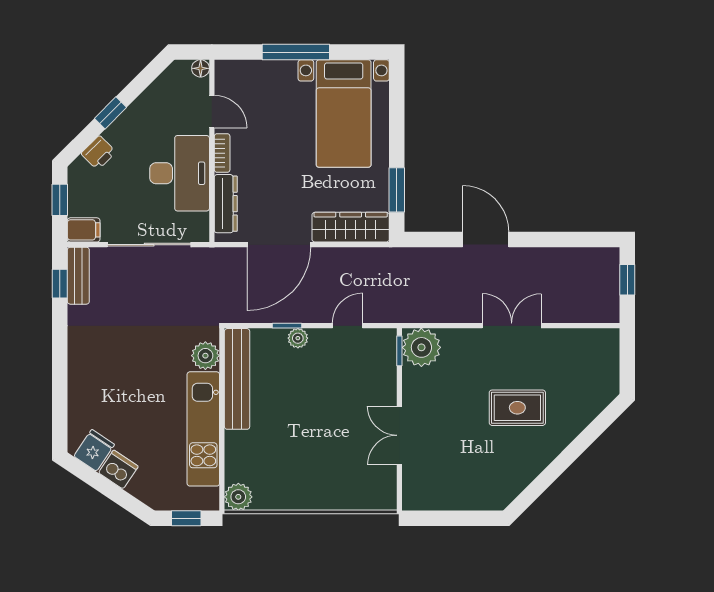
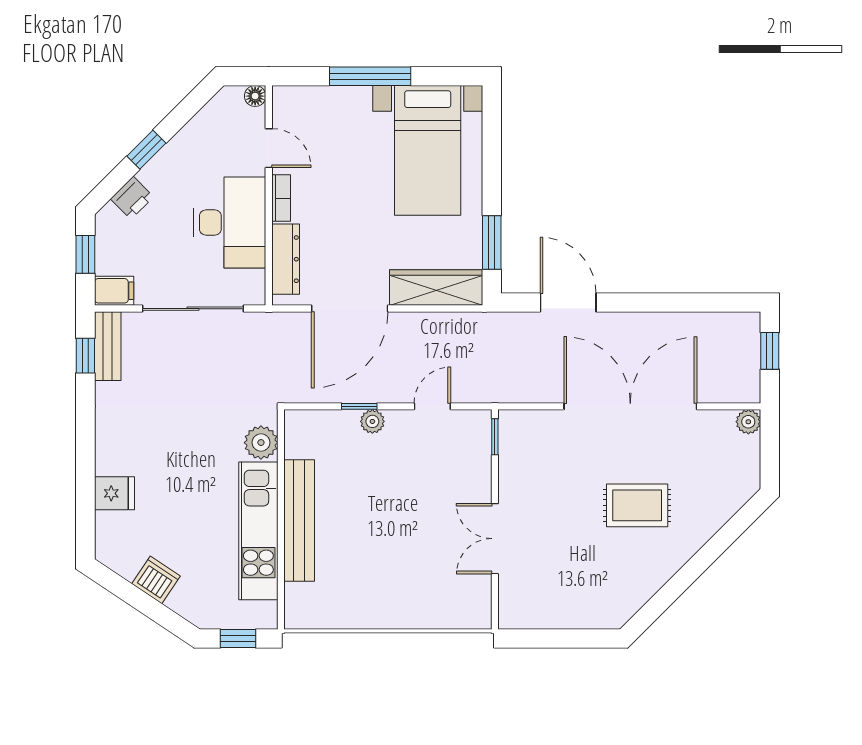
door: (486, 240) -> (568, 302), moved
double door: (512, 326) -> (630, 406), width x1.87
plant: (421, 347) -> (748, 422), moved, width x0.53, depth x0.53
bench: (237, 379) -> (299, 521), moved
fridge: (94, 450) -> (114, 493), moved, turned 56
plant: (238, 497) -> (301, 613), removed

